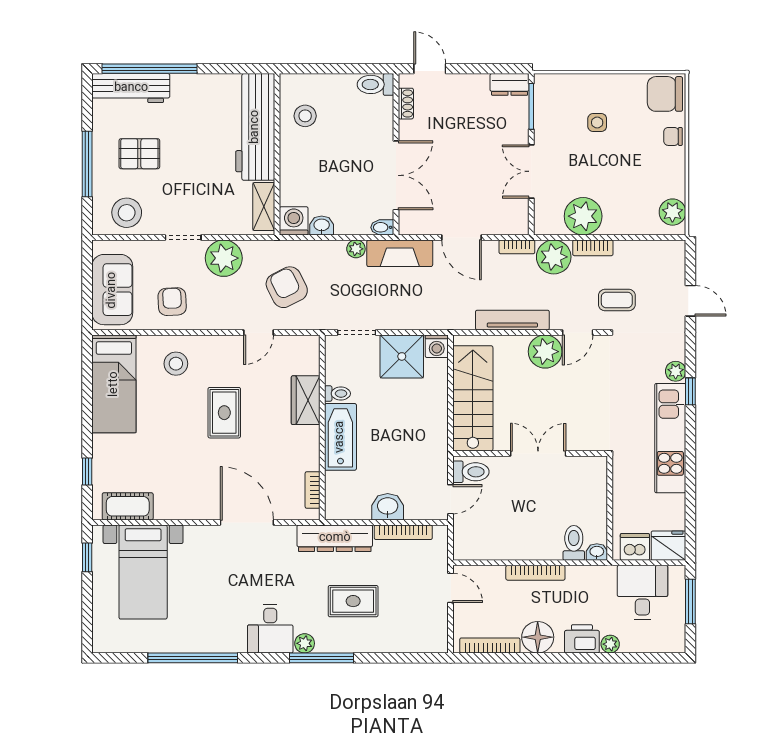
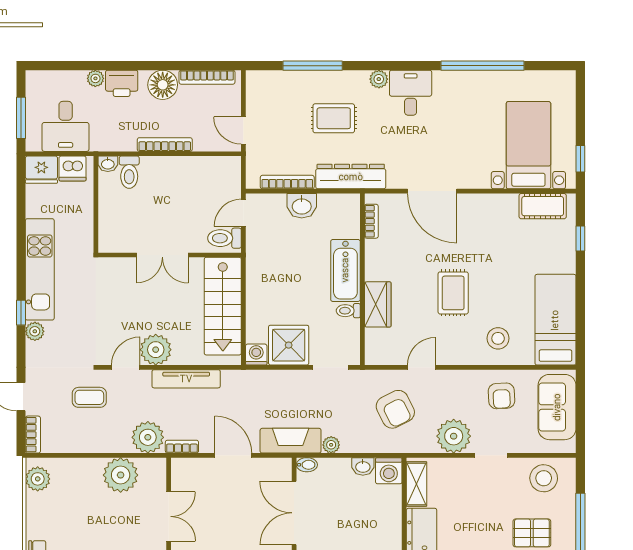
bookcase: (593, 248) -> (33, 435), moved, turned 90
window: (322, 658) -> (313, 66), moved

